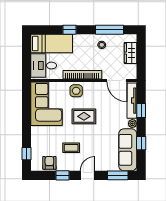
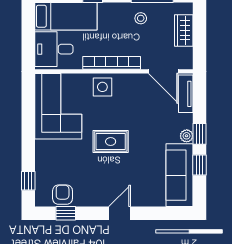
tv unit: (132, 101) -> (186, 94), width x0.71
window: (141, 110) -> (200, 134), moved
rug: (84, 116) -> (111, 142), moved
coffee table: (71, 148) -> (95, 172), removed
window: (62, 175) -> (66, 213), moved
window: (118, 175) -> (165, 213), removed

